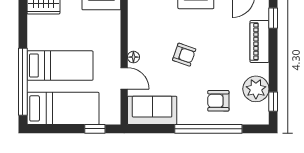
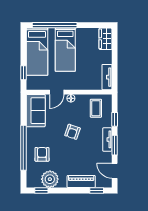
coffee table: (149, 19) -> (96, 108), added

